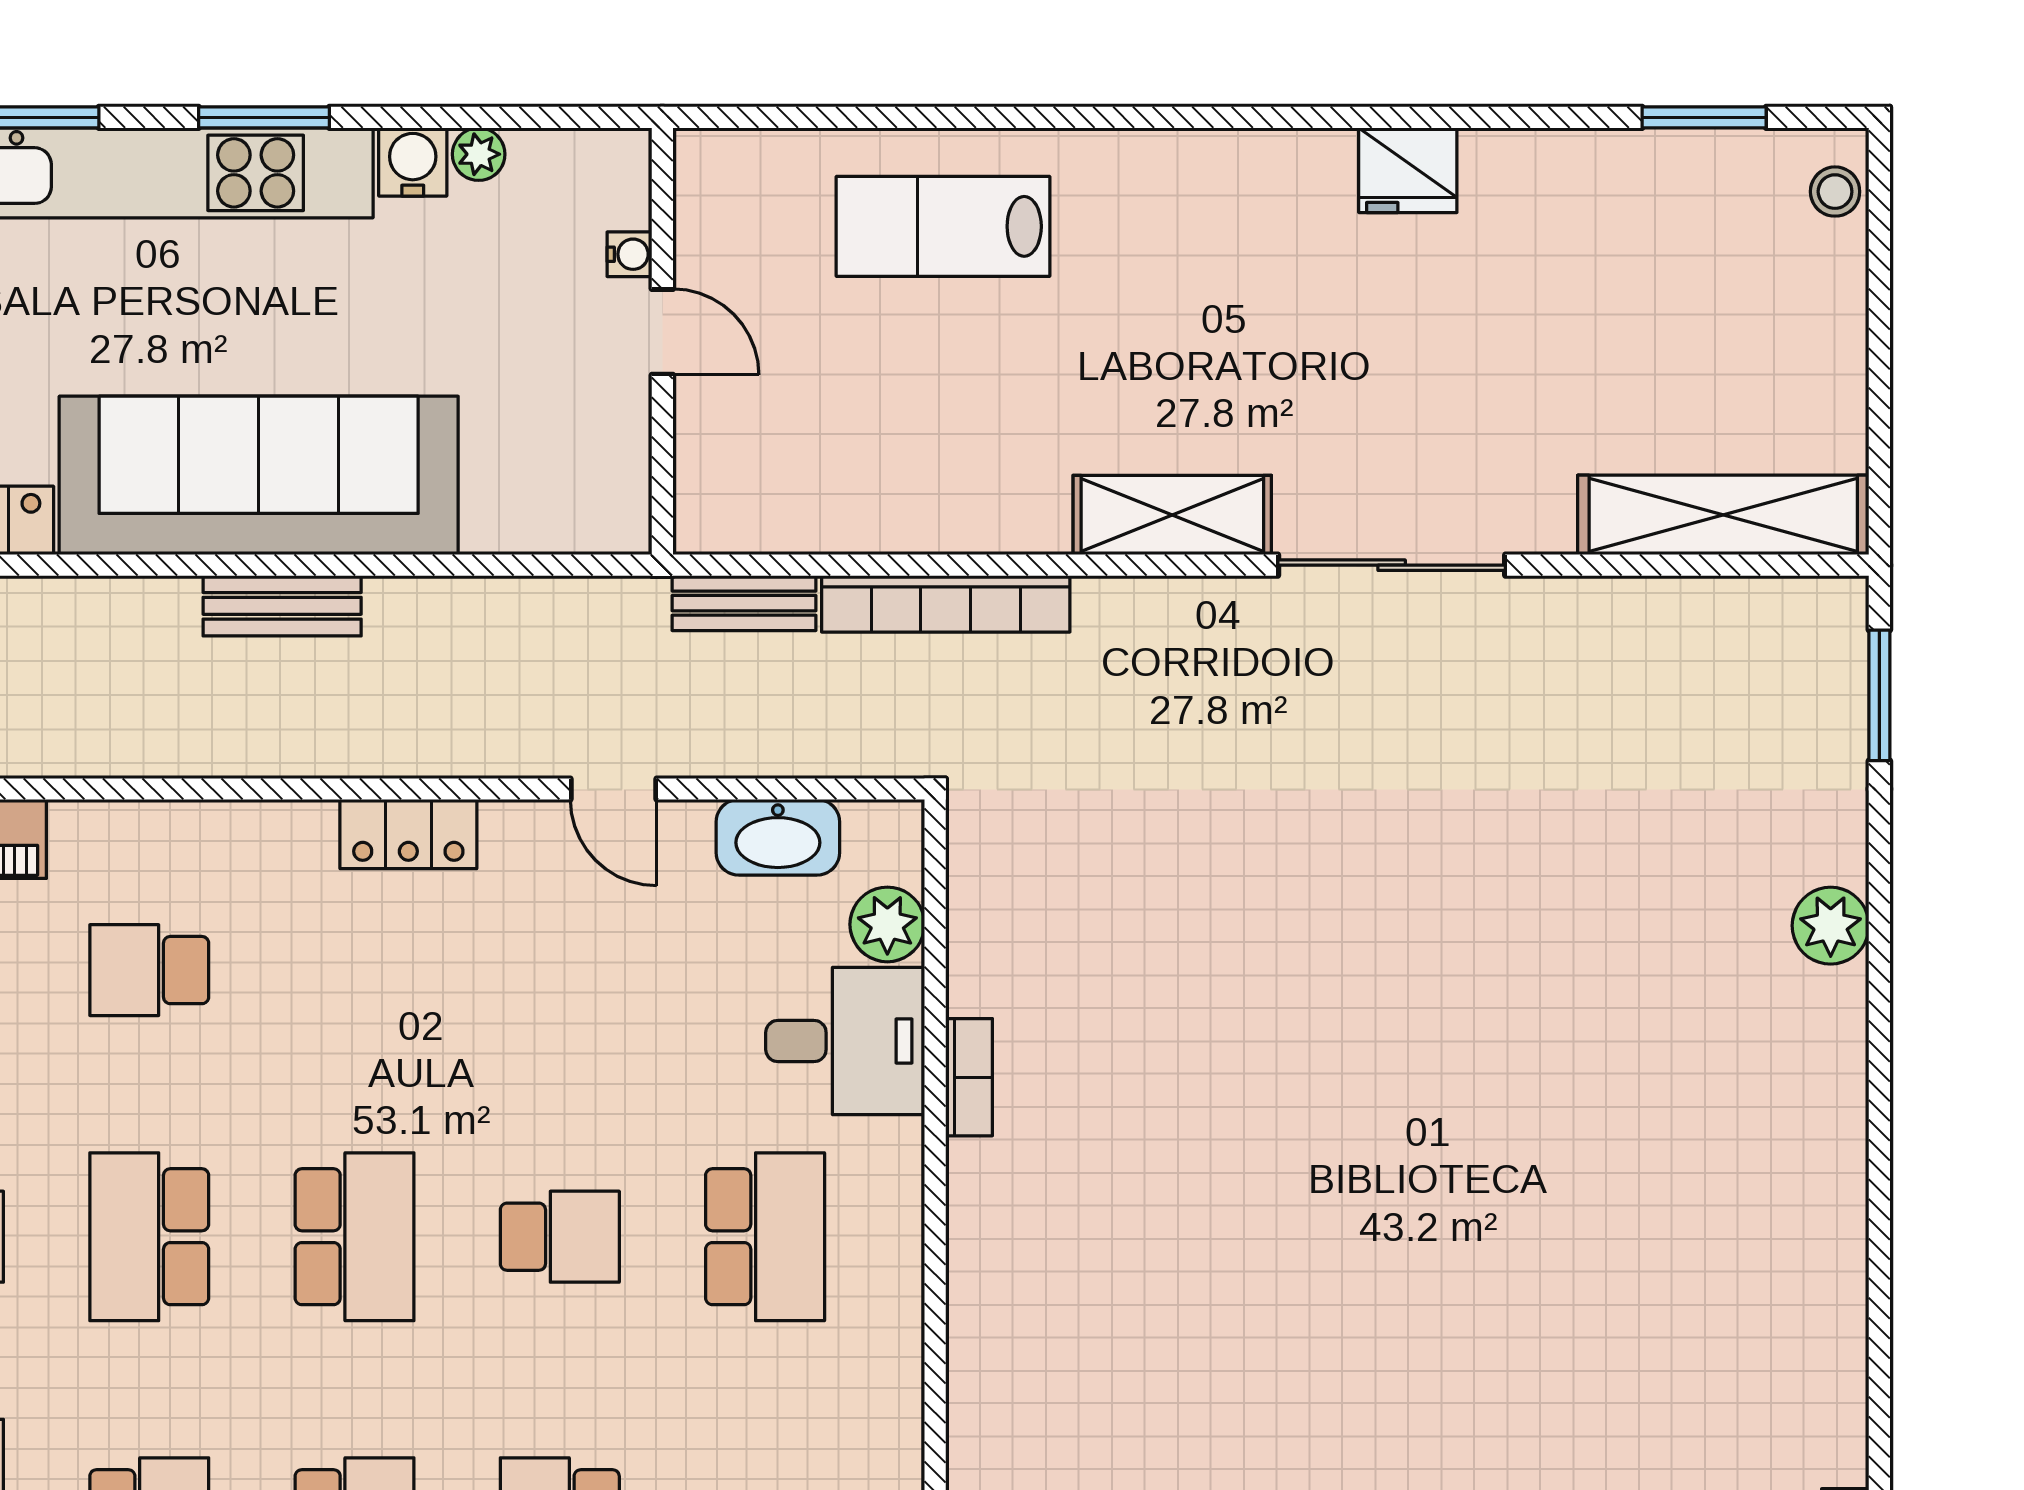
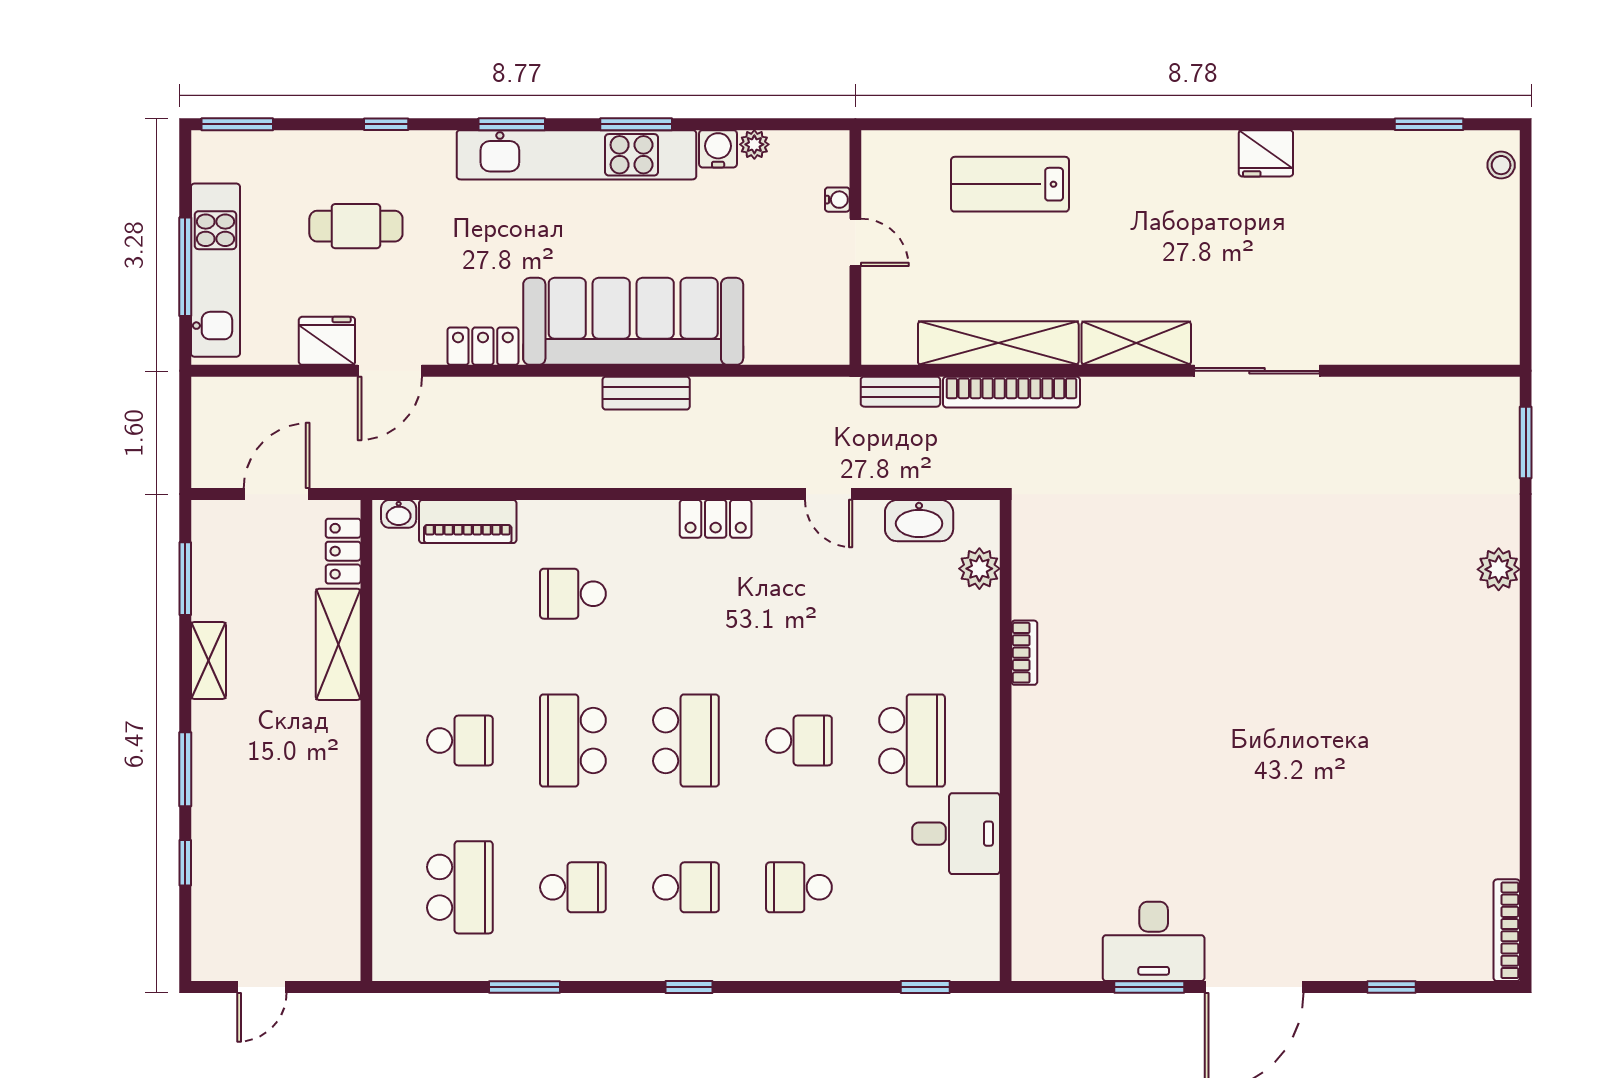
shelving: (1723, 515) -> (998, 343), moved
desk: (845, 1041) -> (956, 834), moved

